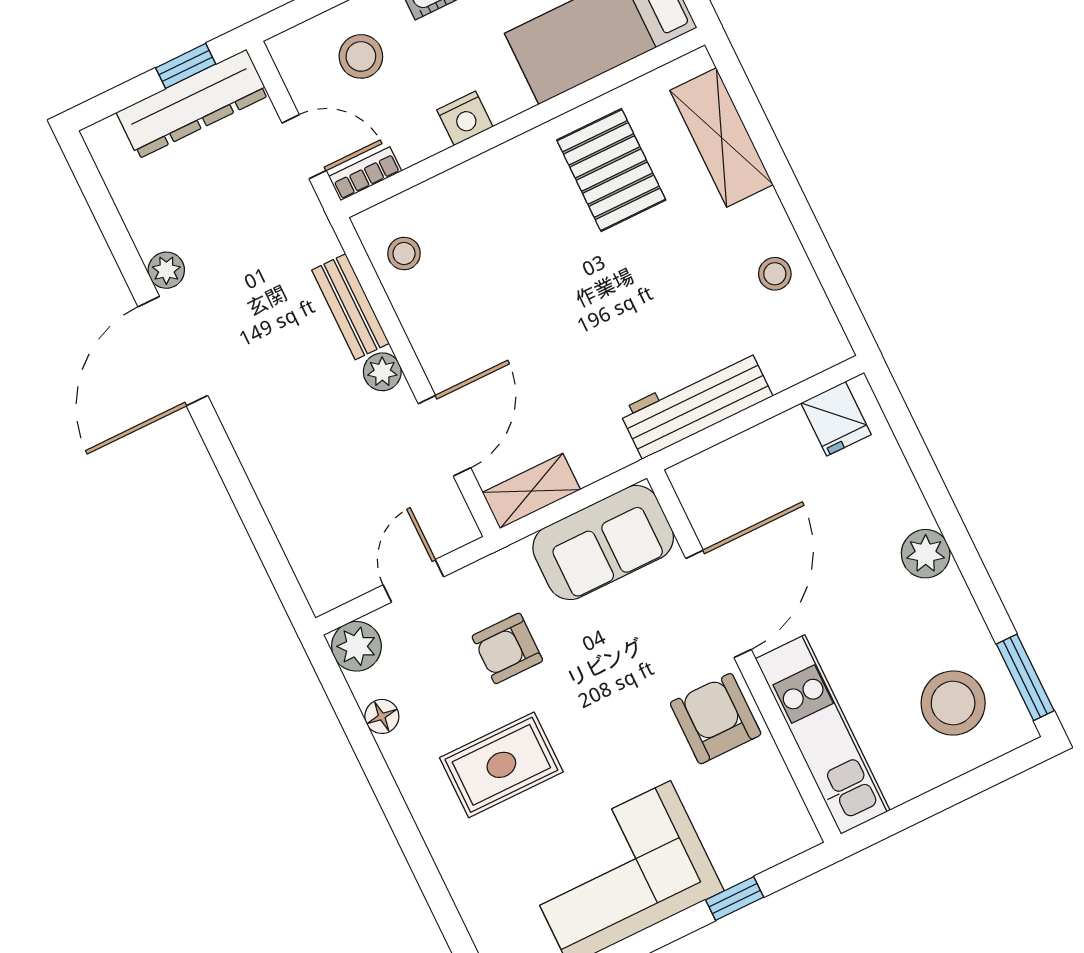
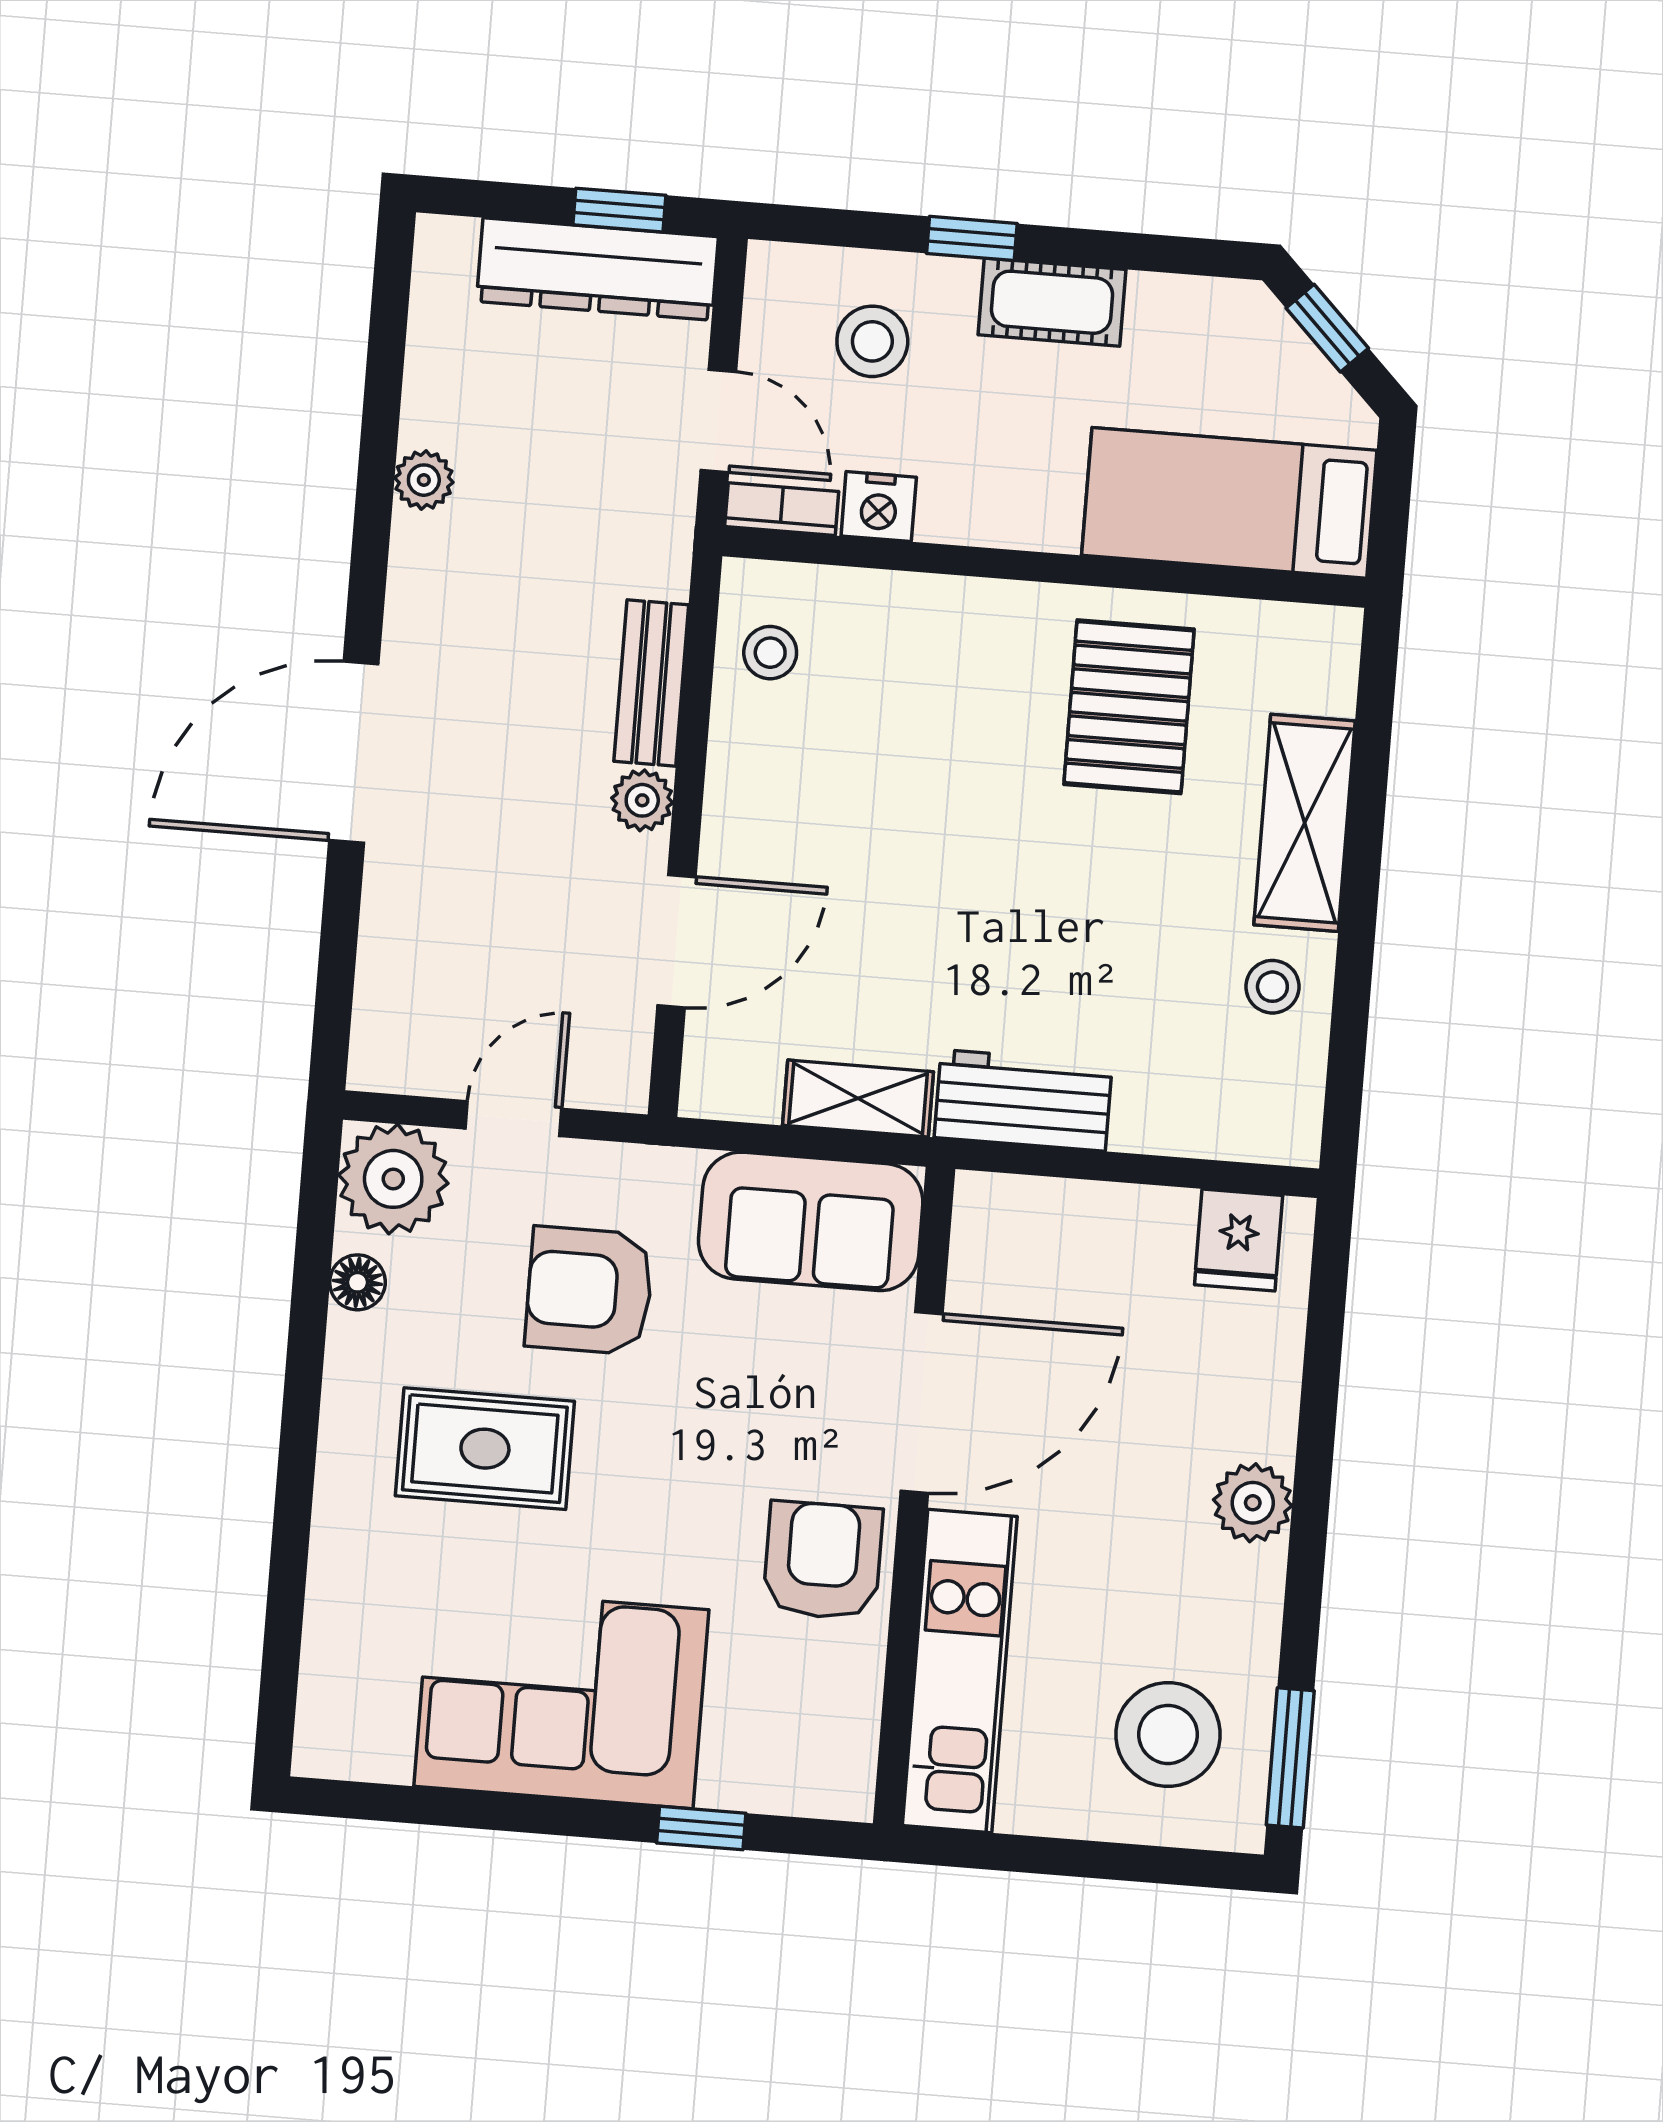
nightstand: (465, 118) -> (879, 507), moved
shelving: (722, 137) -> (1305, 823), moved
door: (173, 351) -> (354, 752), moved
workbench: (696, 403) -> (1023, 1100), width x0.73
shelving: (531, 491) -> (858, 1099), moved
plant: (356, 646) -> (393, 1179), width x1.36, depth x1.36
armchair: (507, 648) -> (589, 1291), width x1.38, depth x1.38

